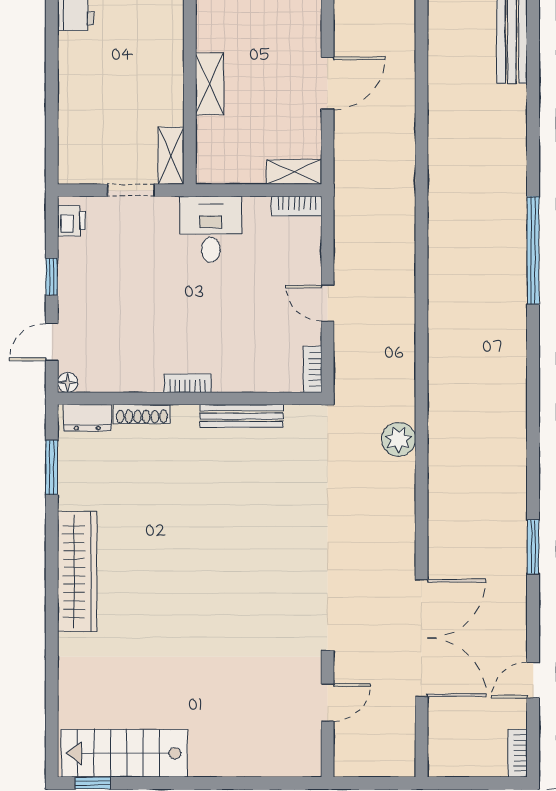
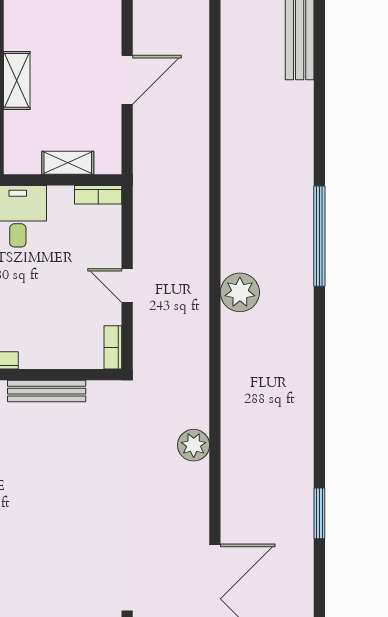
shelving: (294, 172) -> (68, 163), moved
plant: (448, 310) -> (240, 292), added
plant: (399, 439) -> (194, 445), moved

